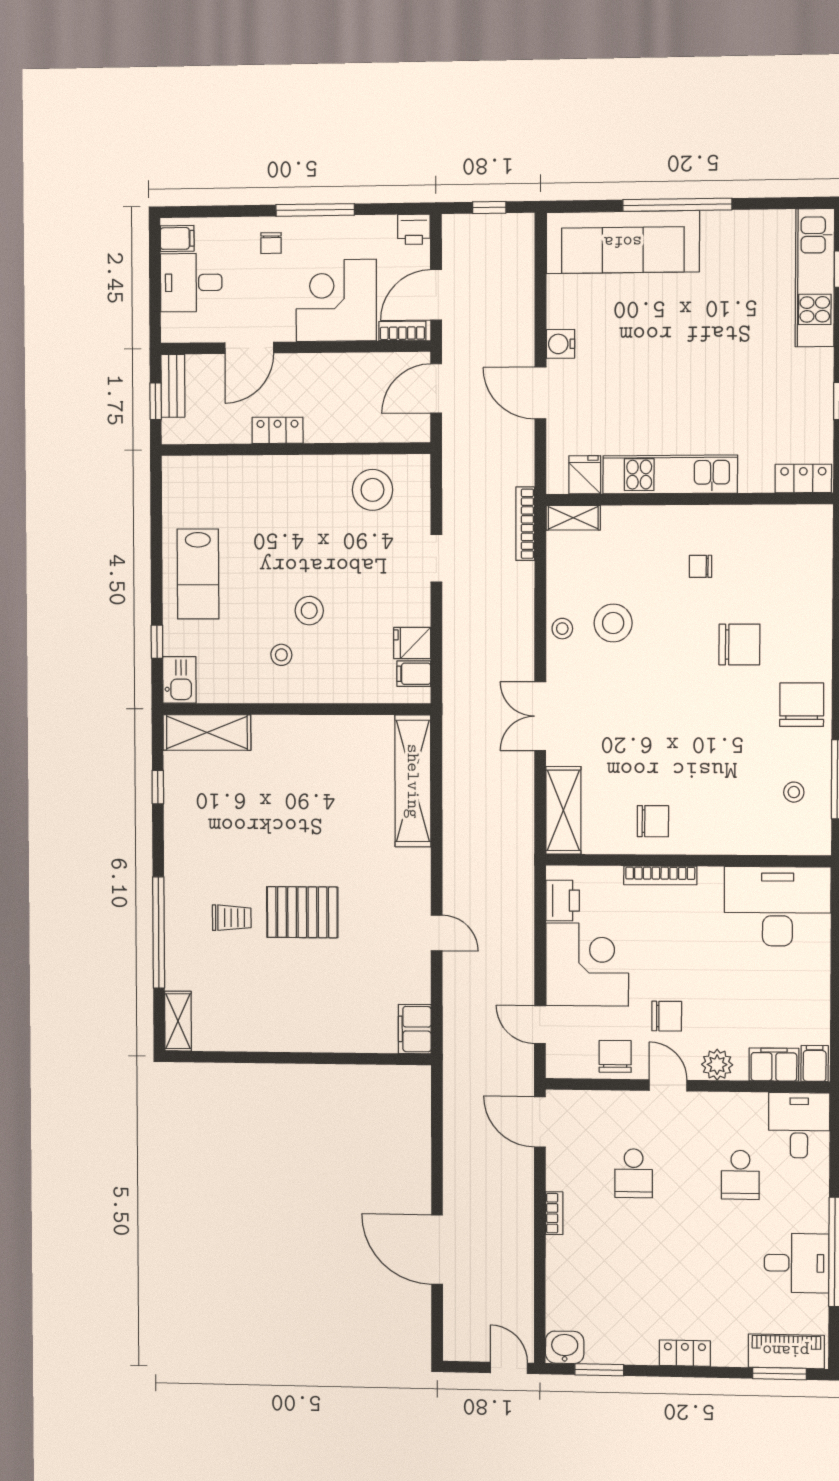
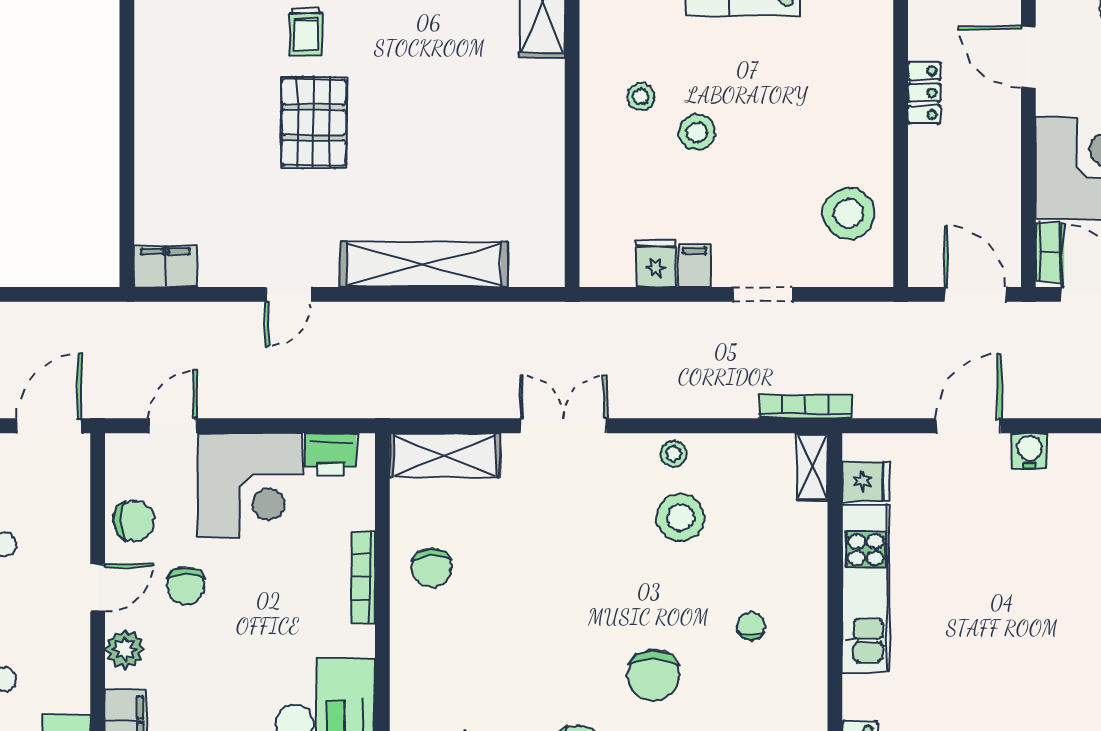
filing cabinet: (414, 674) -> (694, 266), moved
shelving: (413, 781) -> (424, 264), moved

